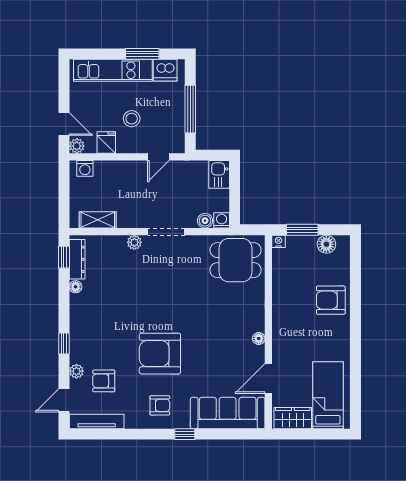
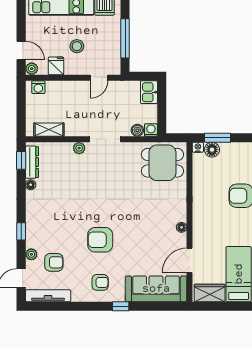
floor lamp: (326, 244) -> (212, 150), moved
armchair: (160, 354) -> (100, 240), width x0.73, depth x0.73
armchair: (104, 381) -> (54, 262), turned 180

